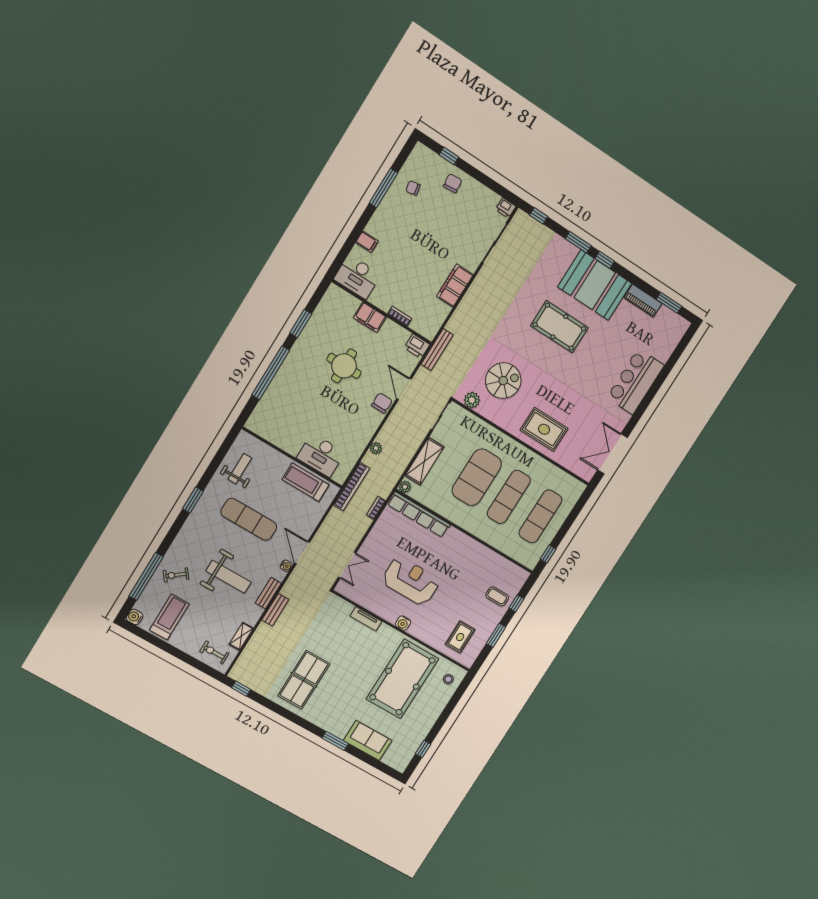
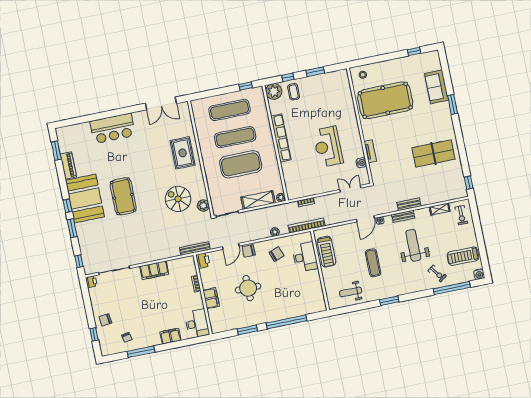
filing cabinet: (367, 242) -> (170, 336), width x2.00
chair: (352, 428) -> (276, 254), added
row of seats: (419, 515) -> (281, 138), moved
exercise mat: (249, 519) -> (373, 263), width x0.73, depth x0.69
plant: (516, 577) -> (274, 91), added
water cooler: (403, 623) -> (361, 163), moved
rug: (460, 637) -> (334, 91), removed

